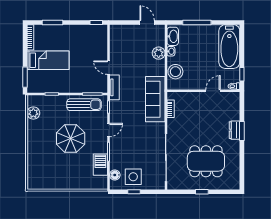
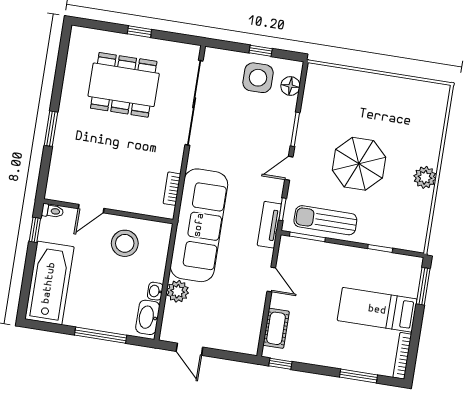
cot: (102, 41) -> (276, 328), added
stool: (175, 72) -> (125, 243), moved
tv unit: (114, 87) -> (269, 225), moved
sofa: (155, 99) -> (199, 225), width x1.36, depth x1.27
plant: (33, 113) -> (425, 177), moved
dresser: (234, 130) -> (64, 132), removed
barbecue: (100, 165) -> (313, 109), removed

